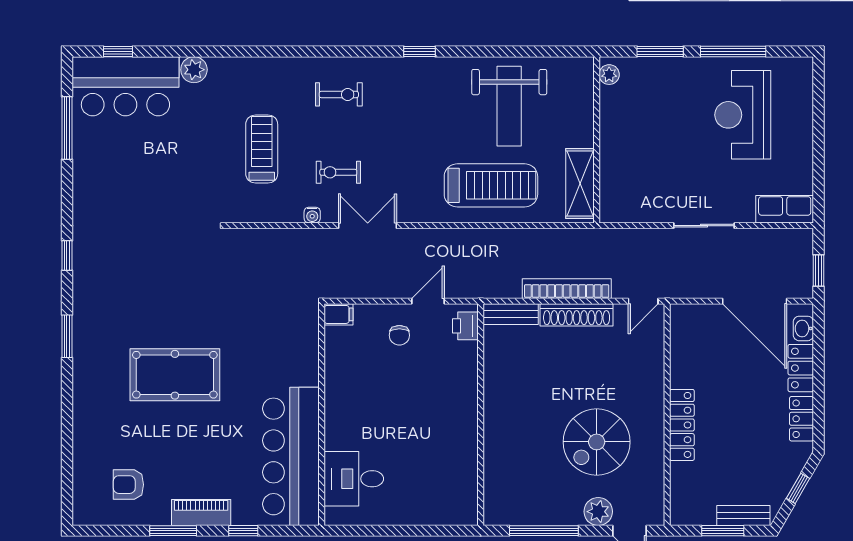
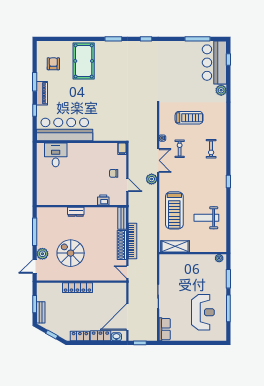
weight bench: (509, 106) -> (206, 218), width x0.73, depth x0.75
reception desk: (743, 115) -> (203, 312), turned 90
plant: (413, 241) -> (152, 179), added
printer: (465, 326) -> (103, 200), moved
pool table: (175, 375) -> (84, 61), moved
dresser: (494, 429) -> (76, 212), added

